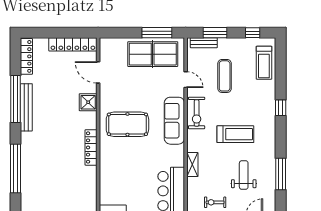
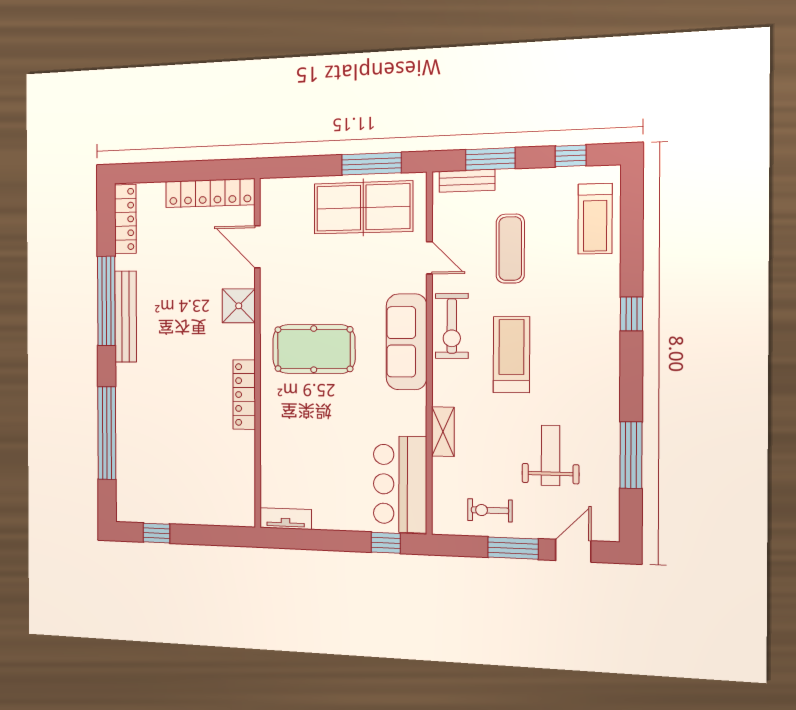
treadmill: (235, 134) -> (511, 355), moved, turned -90

